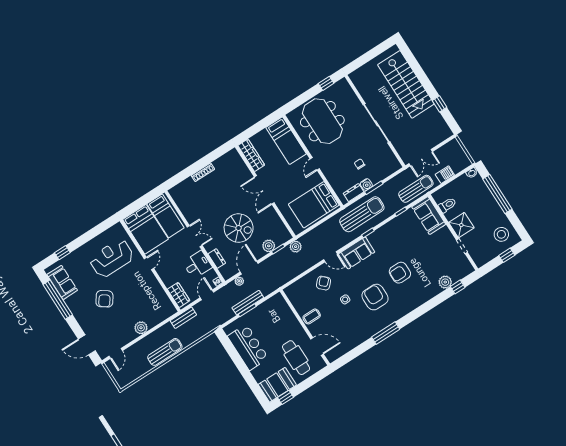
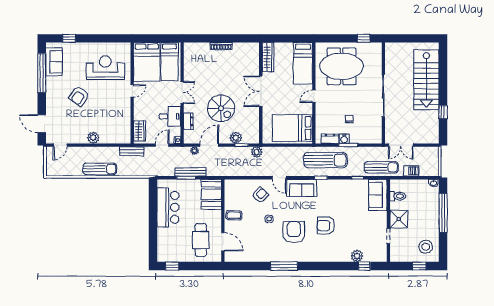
meeting table: (322, 121) -> (342, 66), turned 90
booth: (277, 385) -> (211, 194), moved, turned 90

